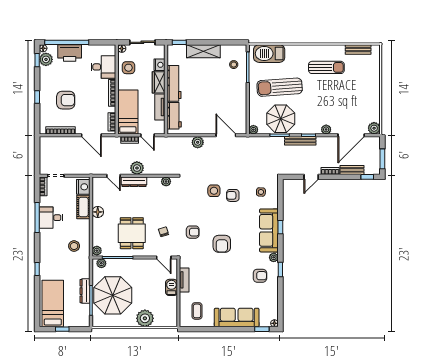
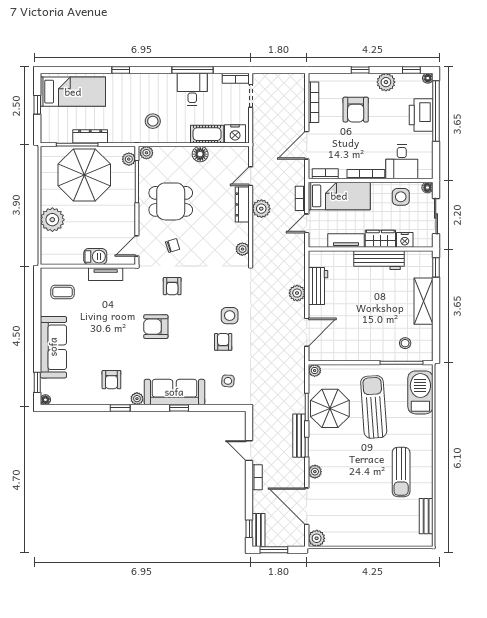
plant: (46, 59) -> (386, 82), moved
workbench: (174, 116) -> (318, 286), moved, turned -90
bench: (352, 170) -> (258, 530), moved

